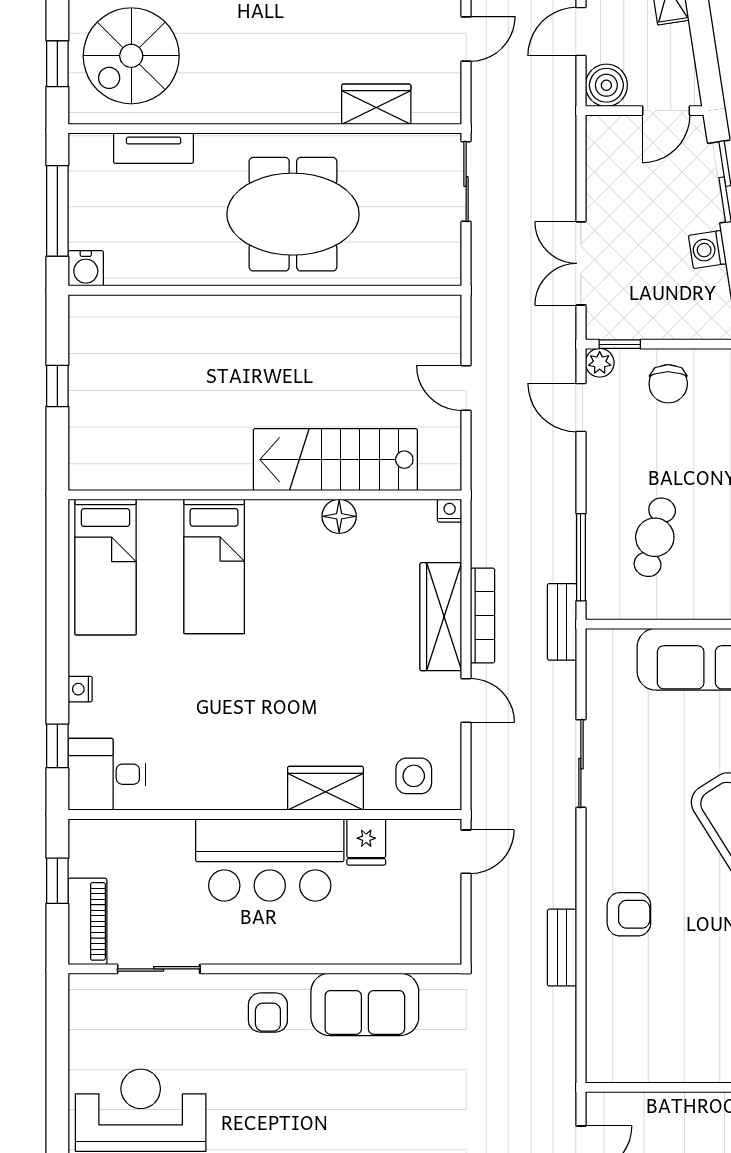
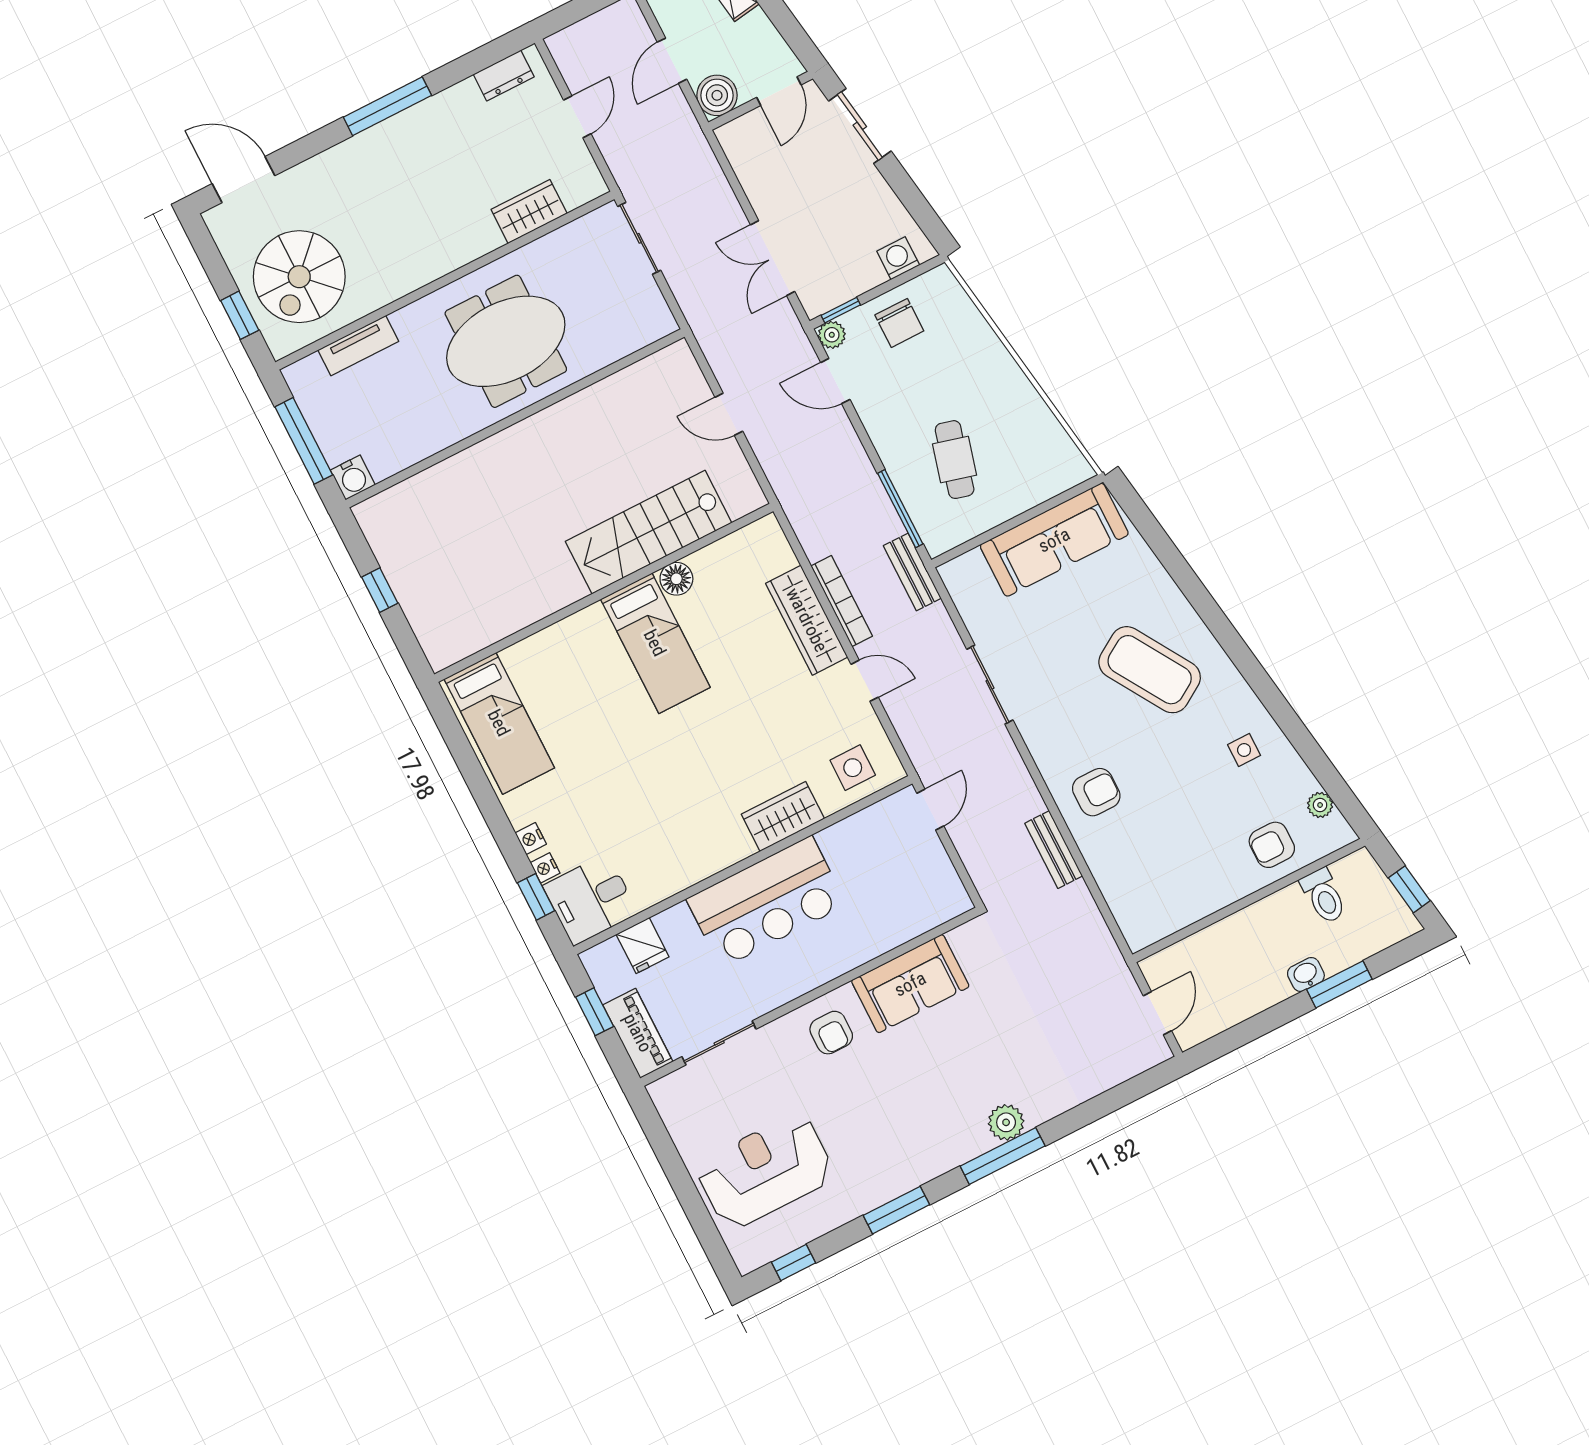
washing machine: (707, 250) -> (898, 258), moved, turned 99
nightstand: (450, 511) -> (545, 868), moved, turned -90
bed: (214, 566) -> (655, 643), moved
fridge: (366, 842) -> (643, 946), moved

